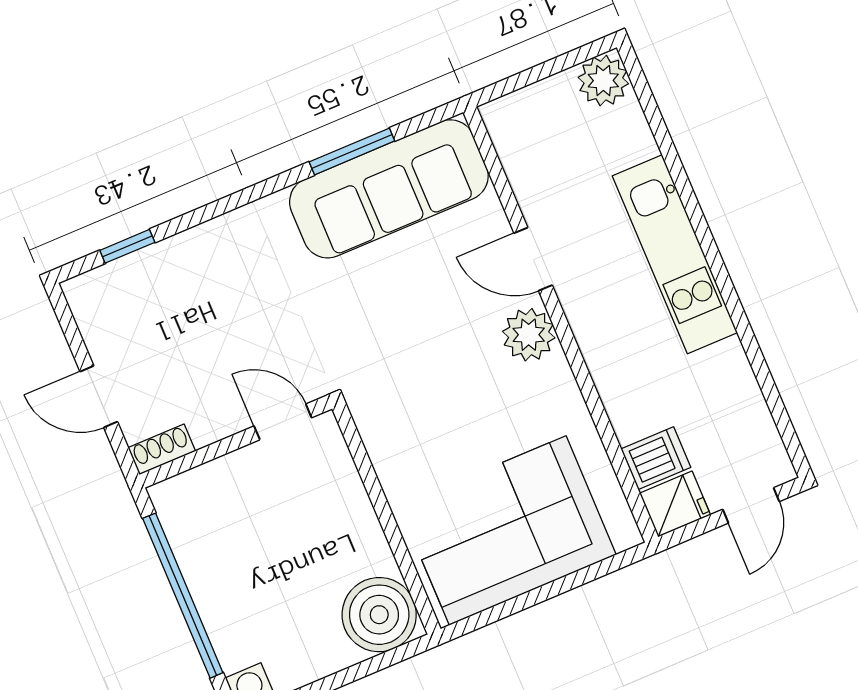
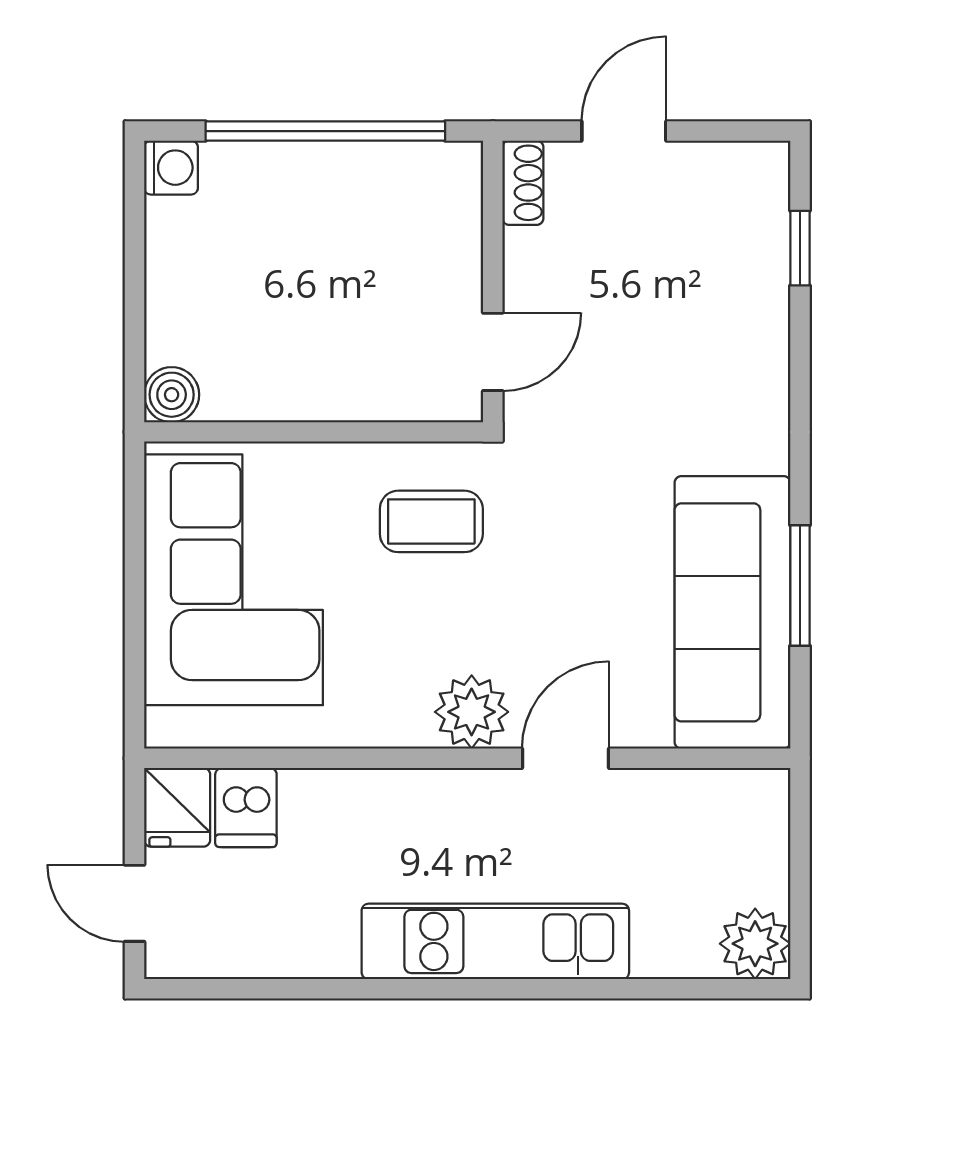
coffee table: (413, 415) -> (431, 521), added
boiler: (379, 615) -> (172, 395), width x0.54, depth x0.54

